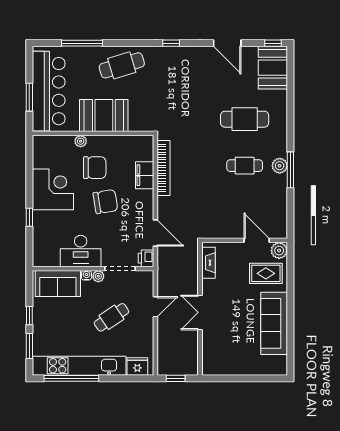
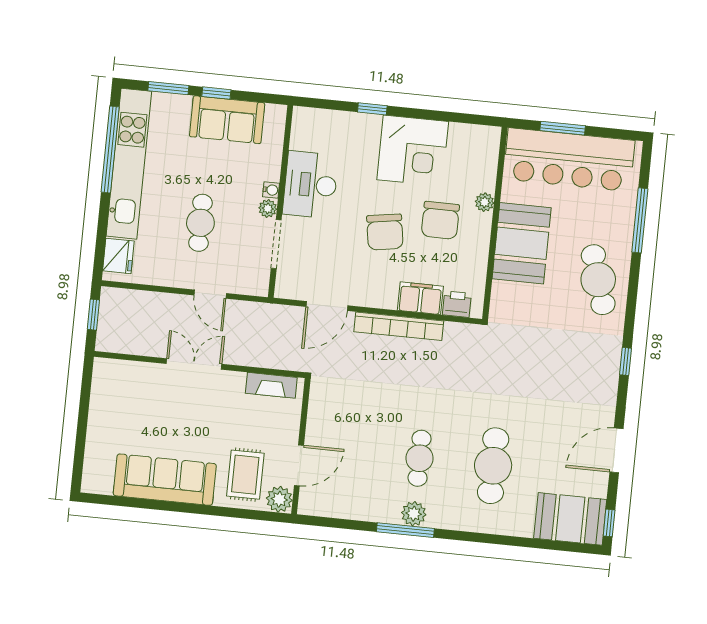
bookcase: (164, 168) -> (399, 326), moved
printer: (146, 258) -> (457, 304), moved
sofa: (58, 284) -> (227, 120), moved, turned -90
cafe table: (111, 317) -> (200, 223), turned 34

